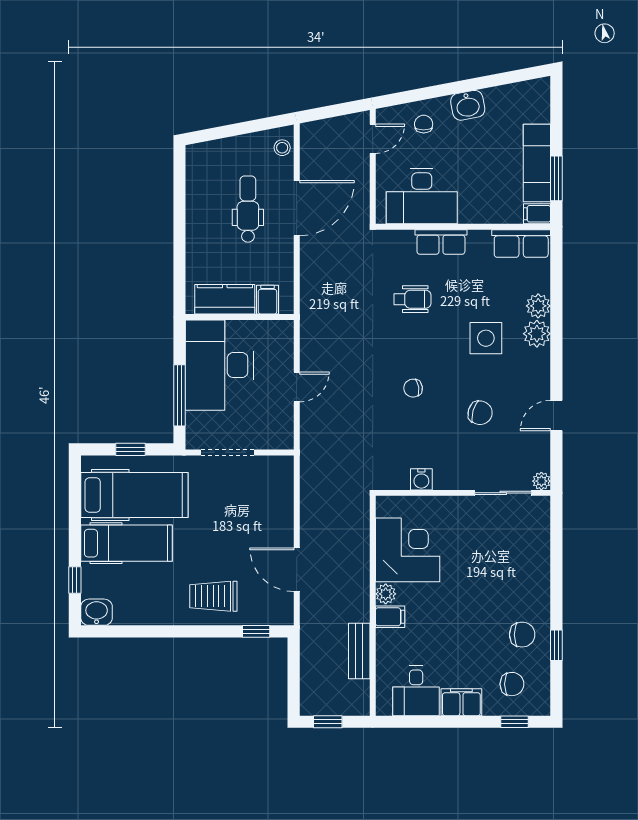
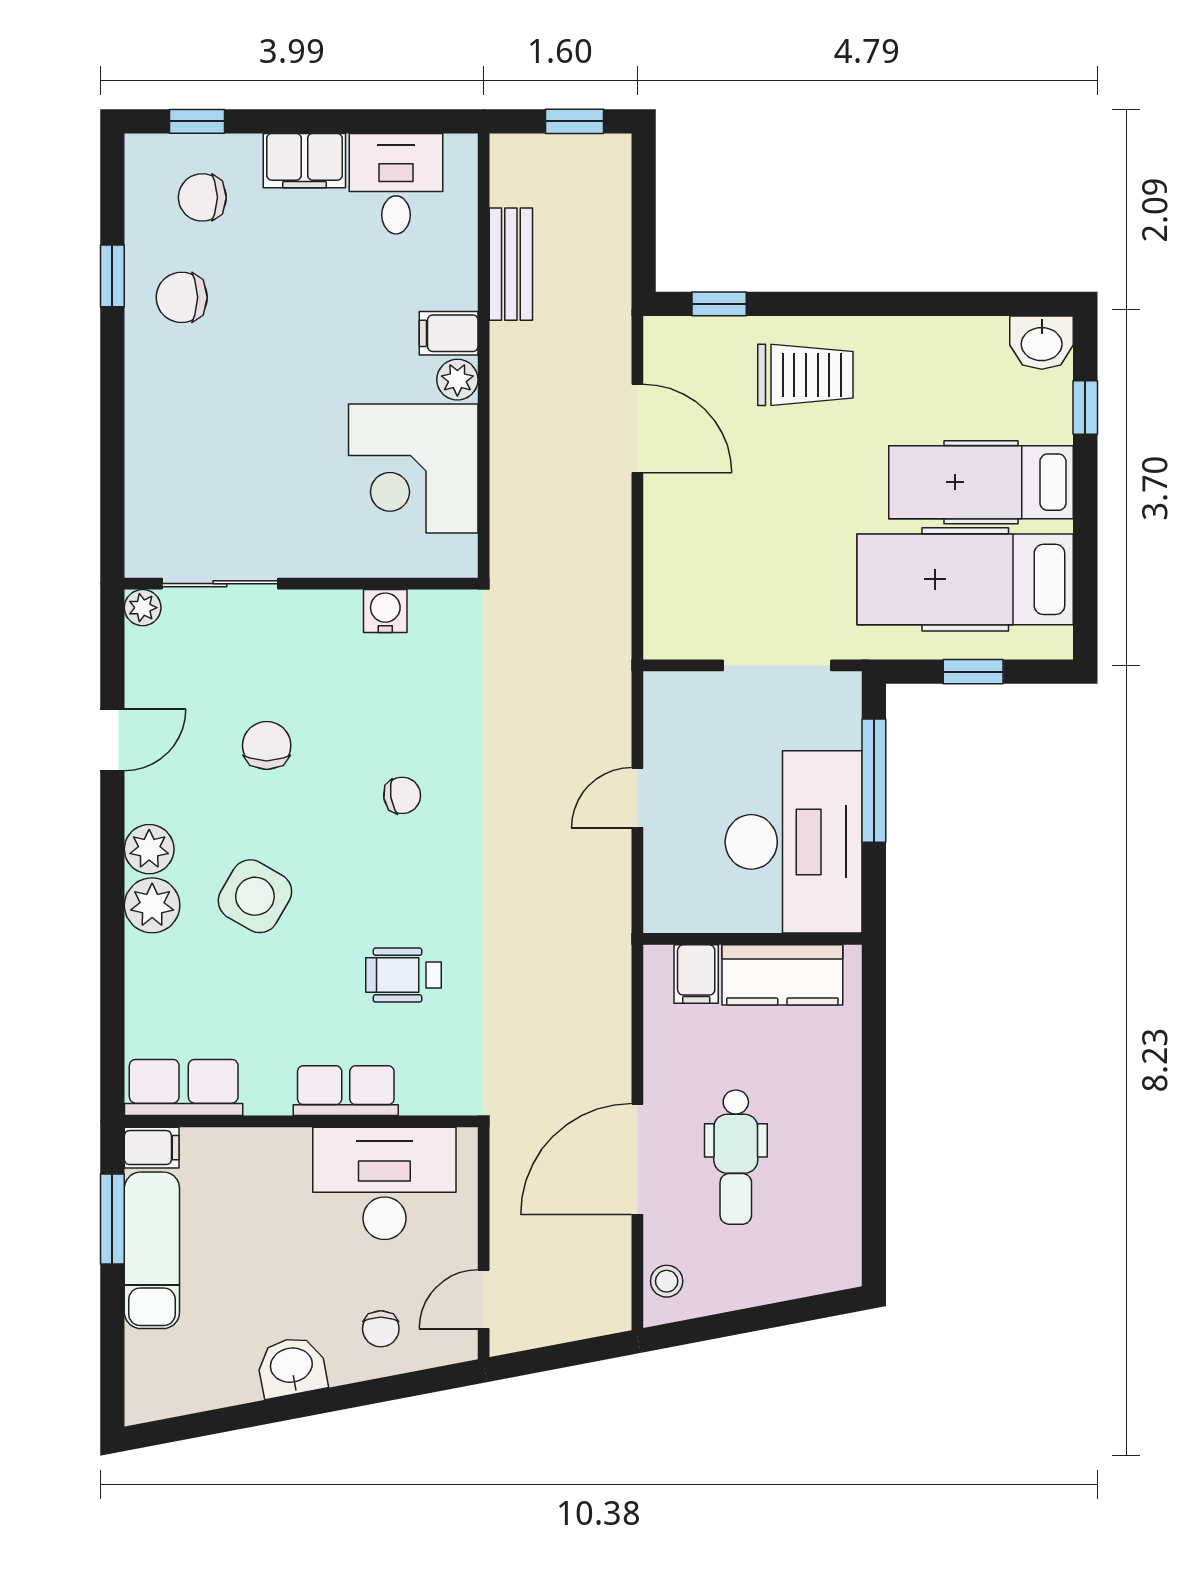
plant: (538, 306) -> (149, 849), moved
side table: (486, 338) -> (255, 896), turned 30
chair: (480, 413) -> (267, 745), turned 74

